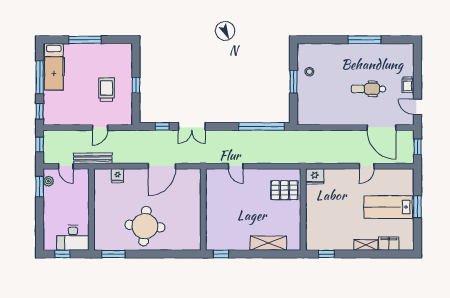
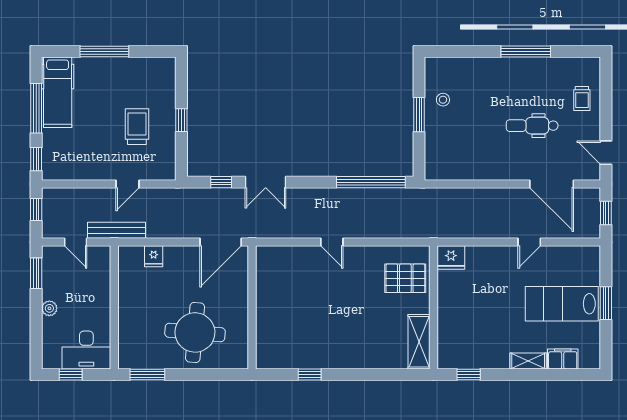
trolley: (407, 85) -> (582, 98), moved
plant: (48, 181) -> (49, 308), moved
wall: (203, 209) -> (252, 307), moved
shelving: (268, 243) -> (419, 342), moved, turned 90

